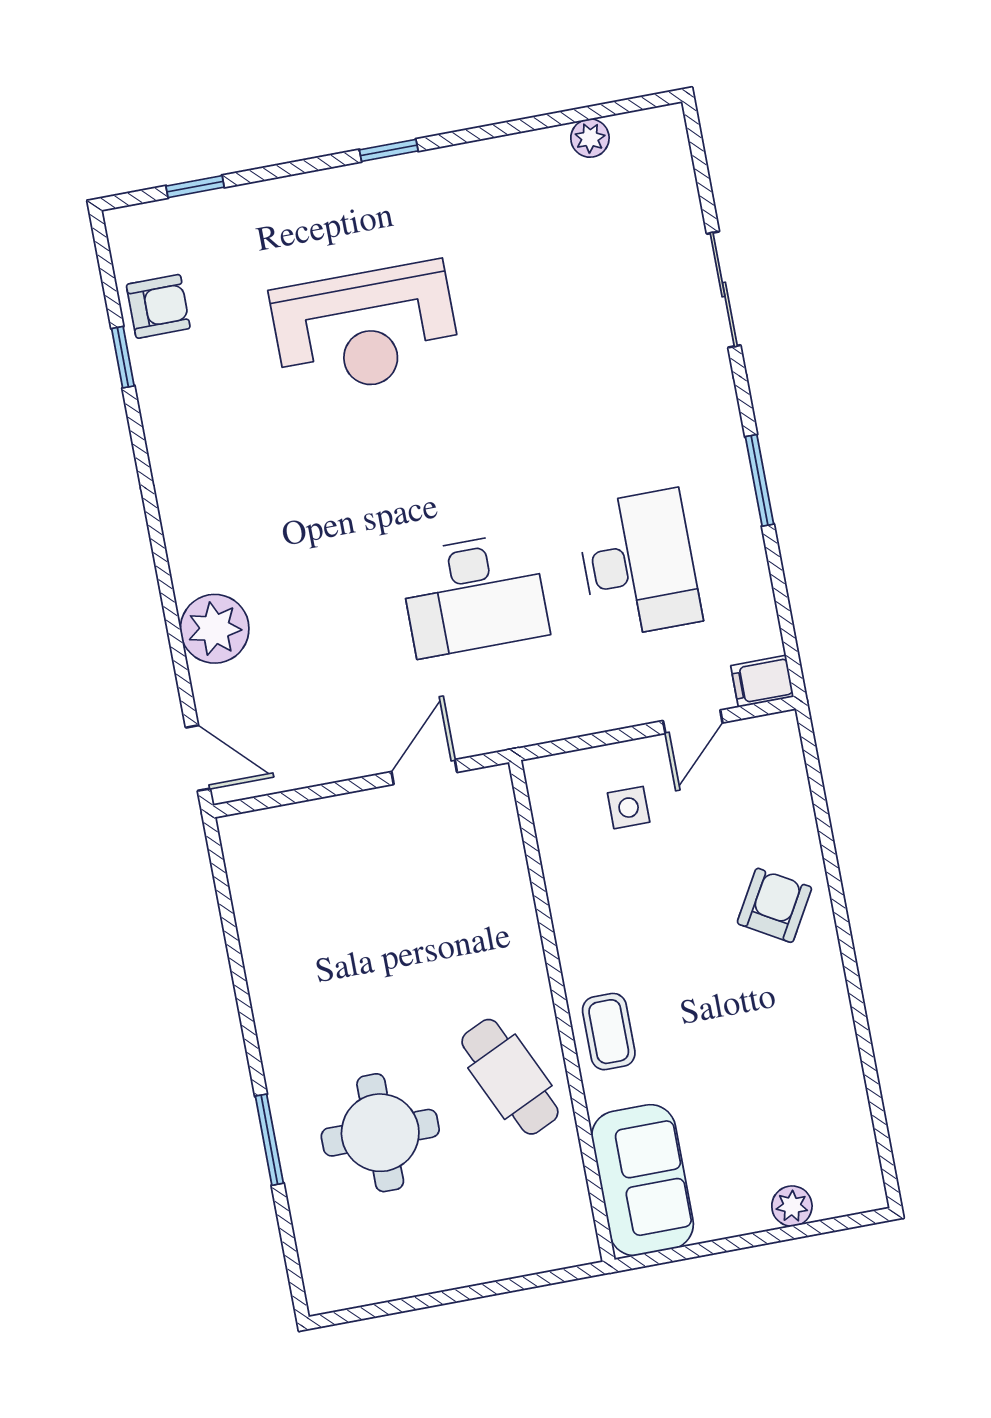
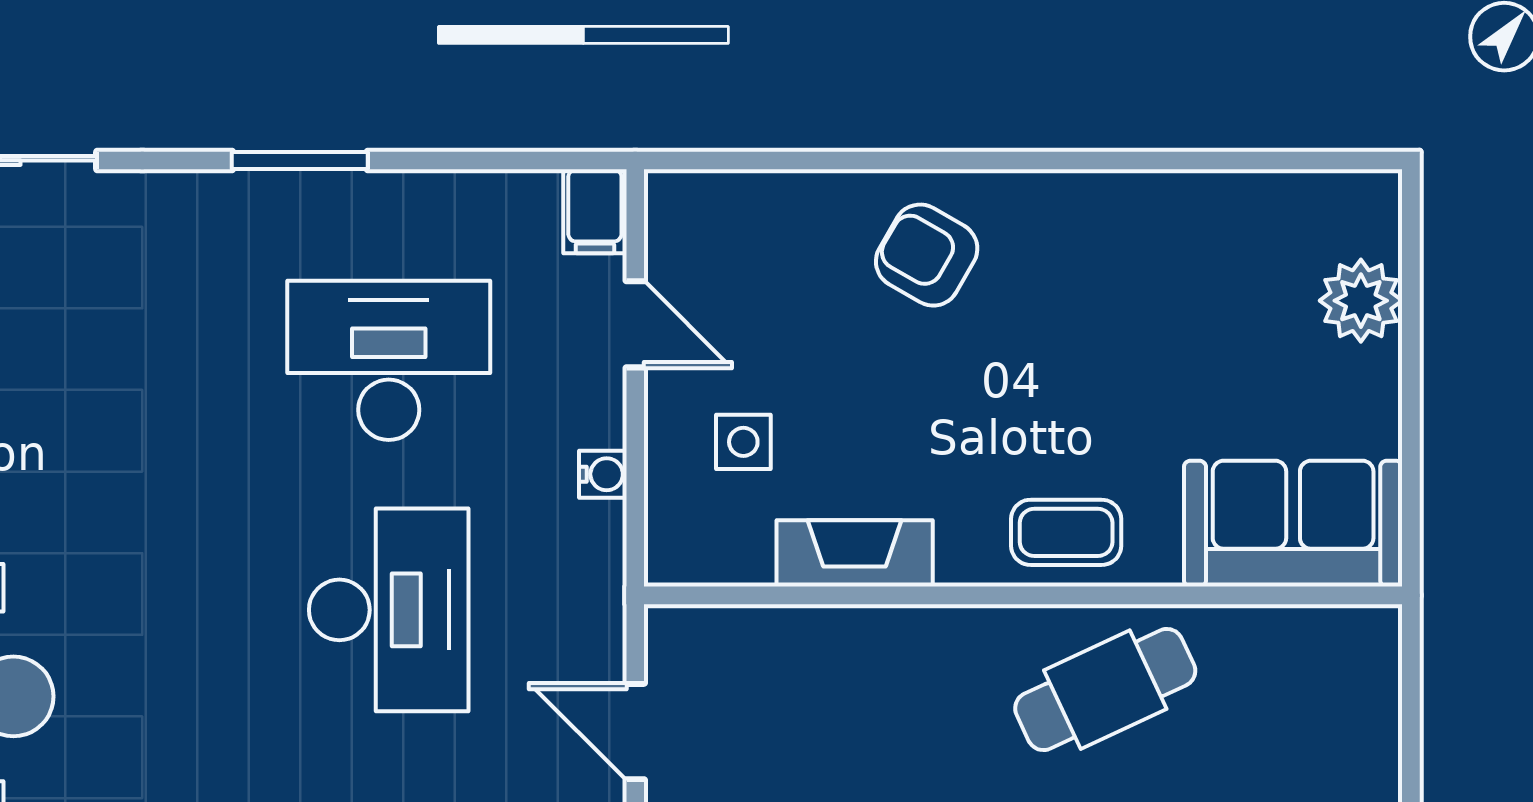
water cooler: (590, 719) -> (603, 474), added
fireplace: (569, 895) -> (855, 553), added
plant: (792, 1206) -> (1361, 301), width x1.38, depth x1.38

